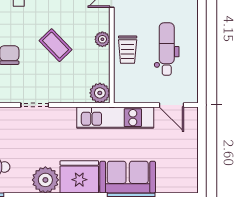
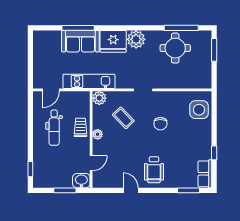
coffee table: (56, 45) -> (123, 118), moved
door: (172, 105) -> (51, 90), swing flipped

